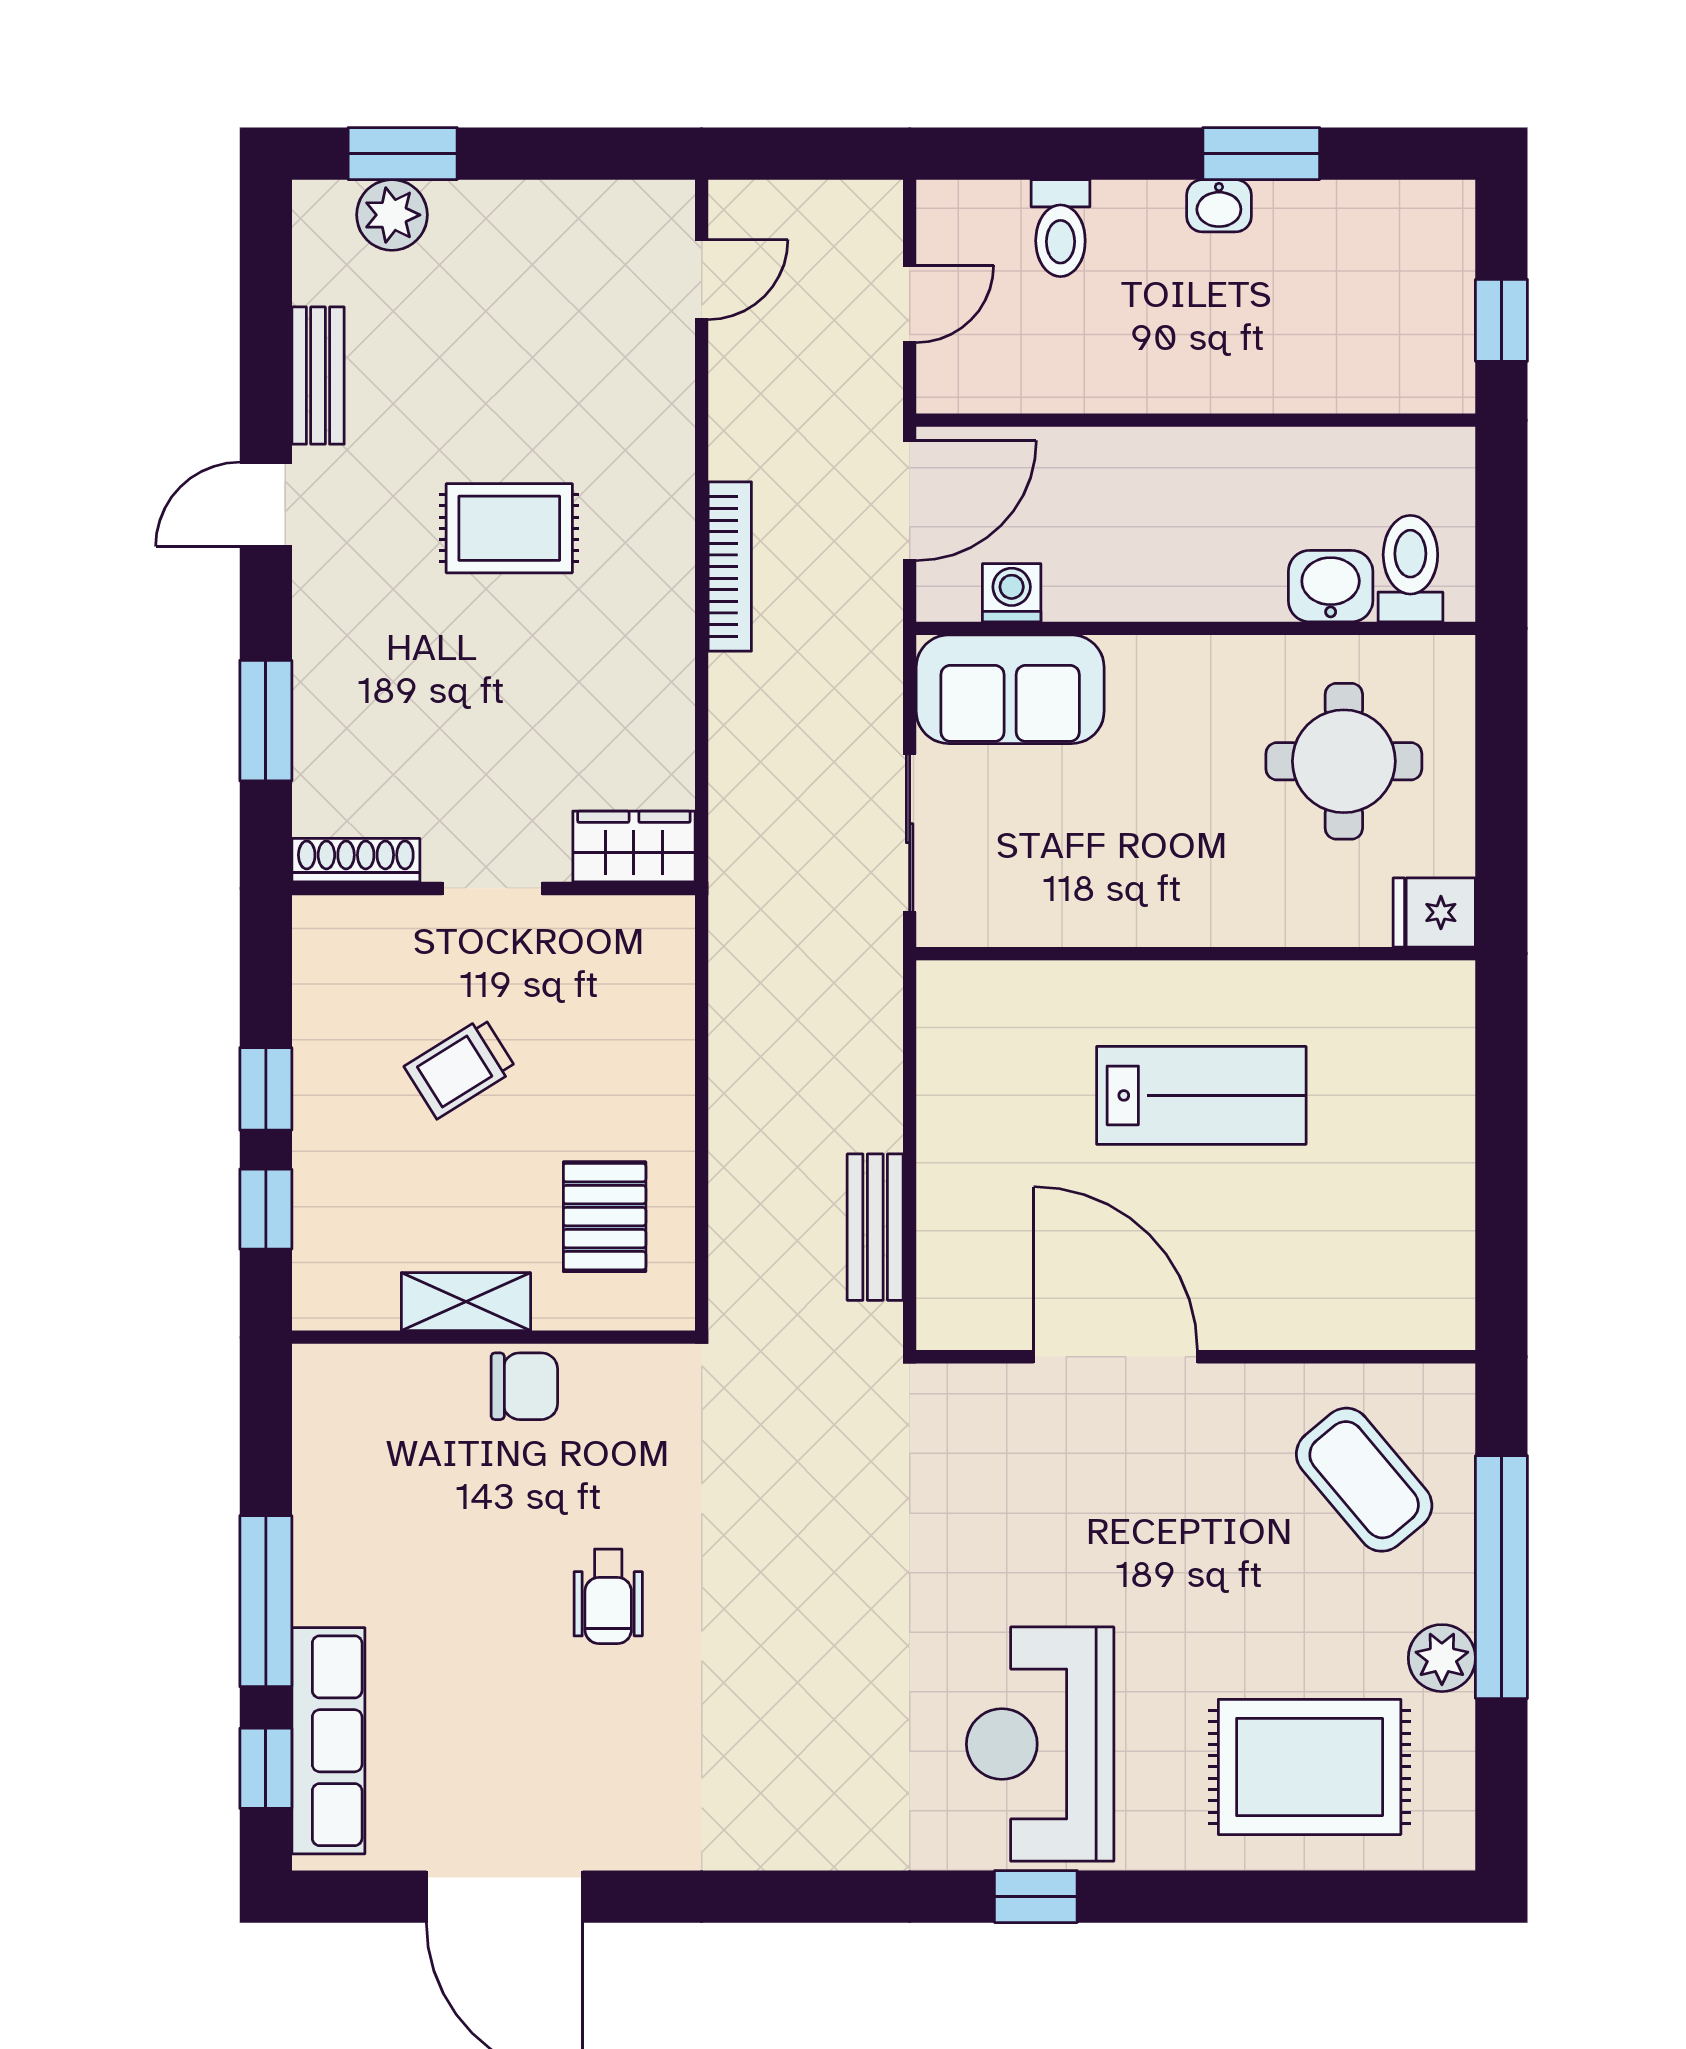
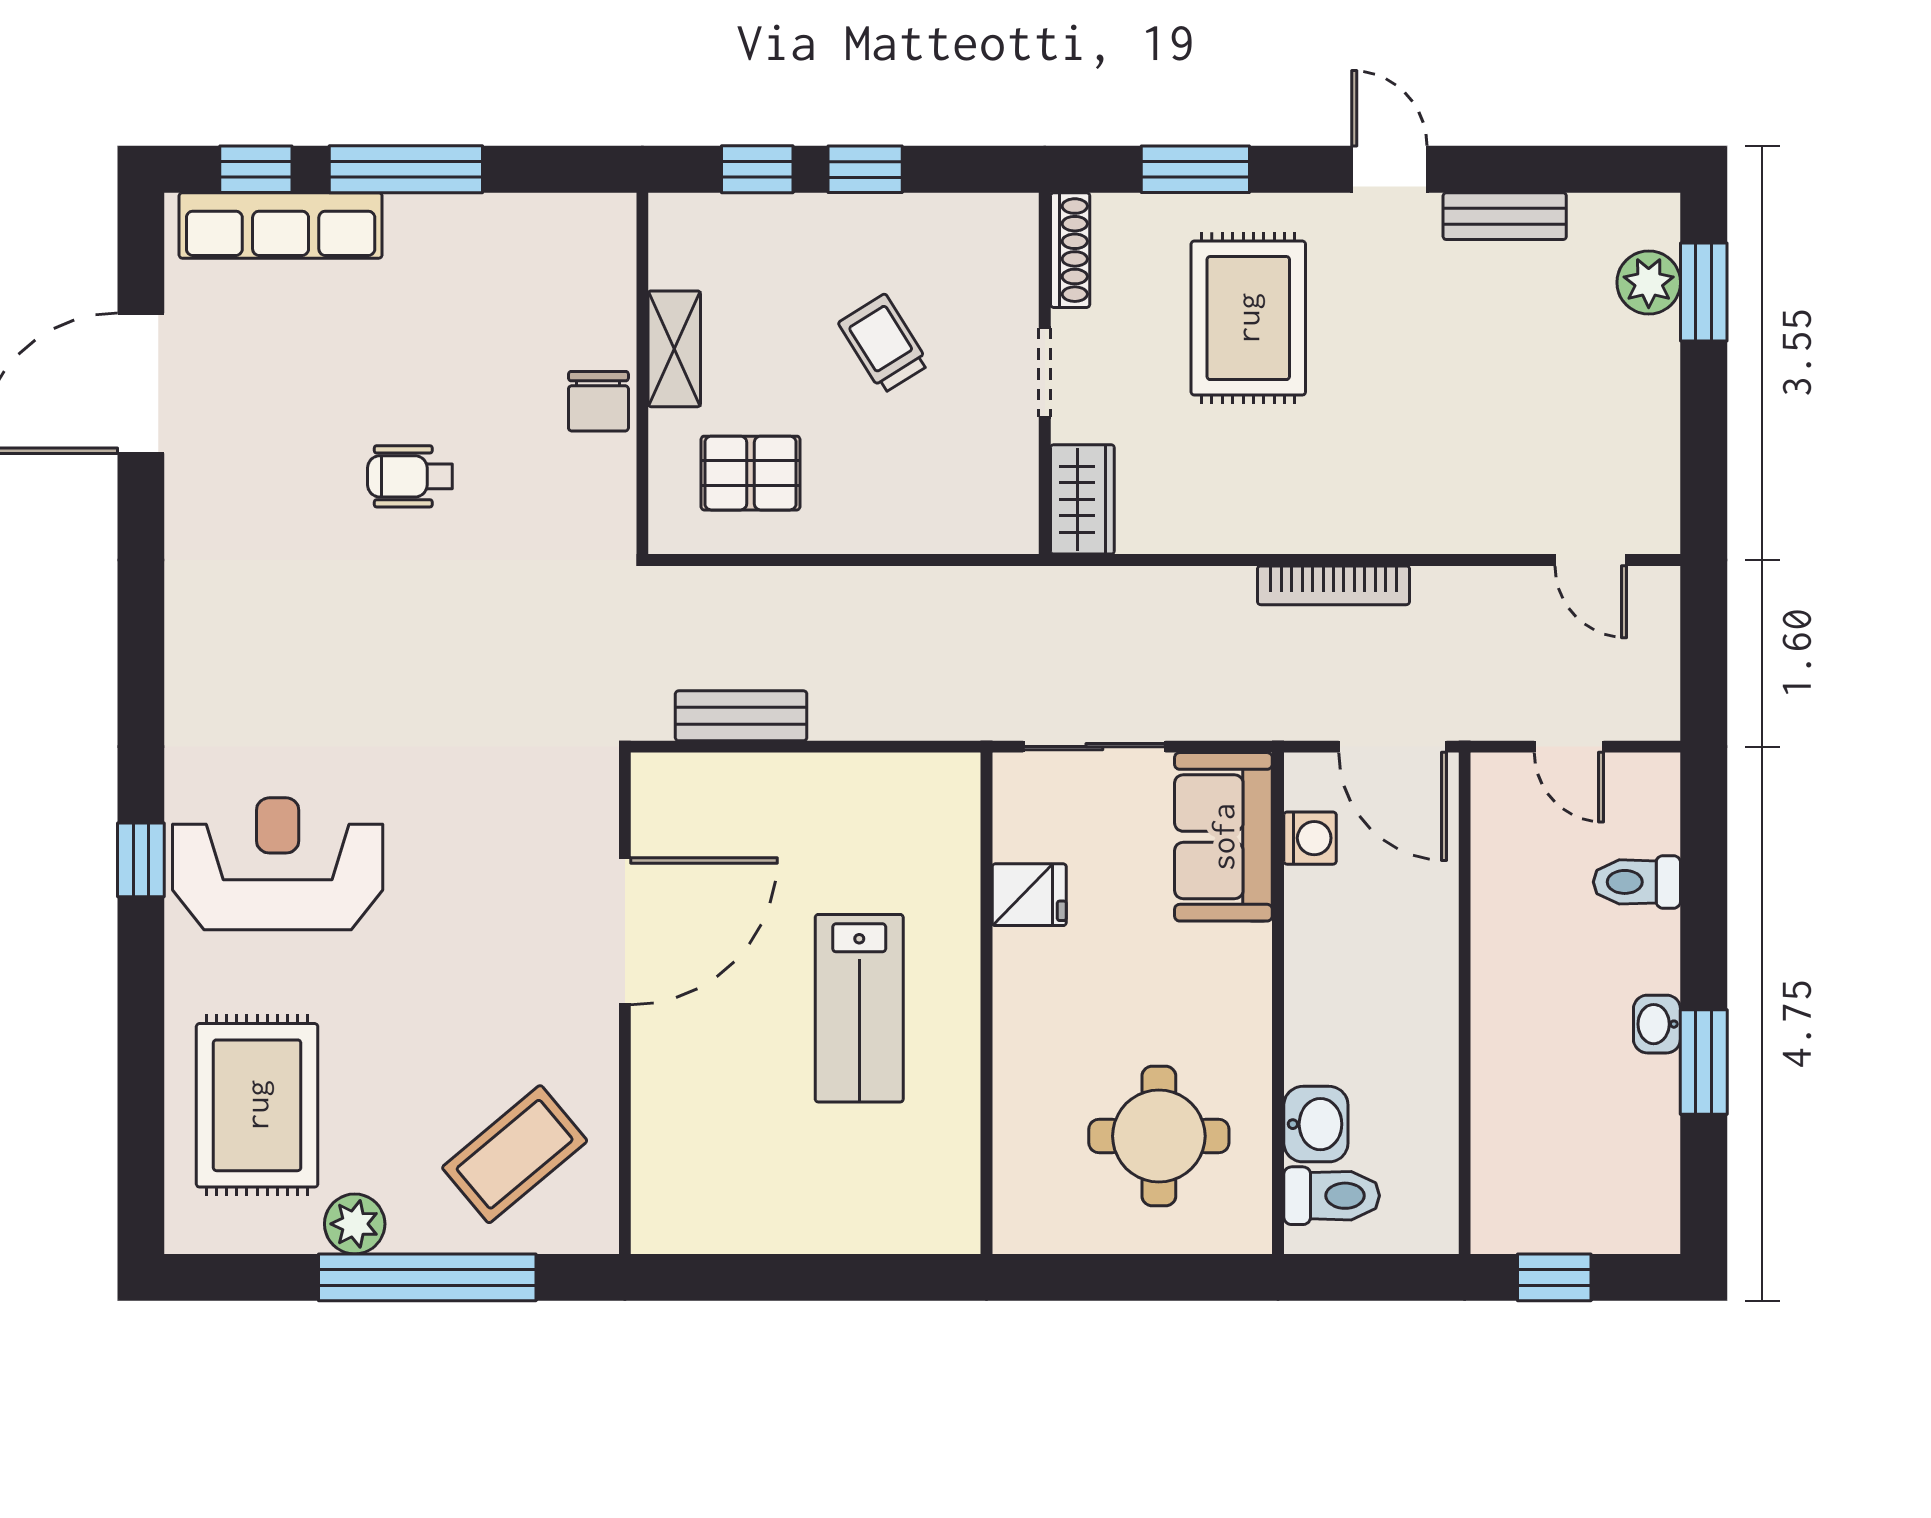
rug: (509, 528) -> (1248, 318), moved, width x1.36, depth x1.43
fridge: (1434, 912) -> (1029, 895), moved, turned 90

